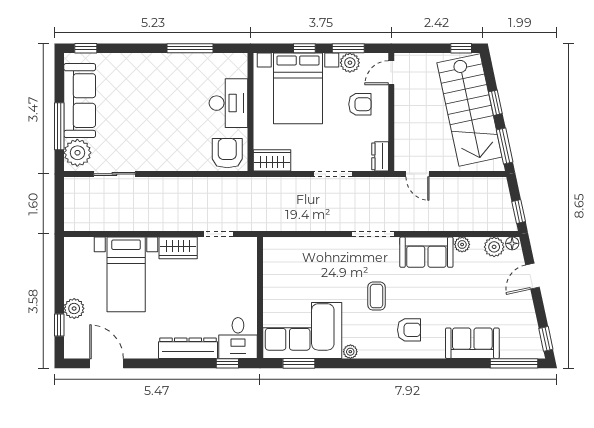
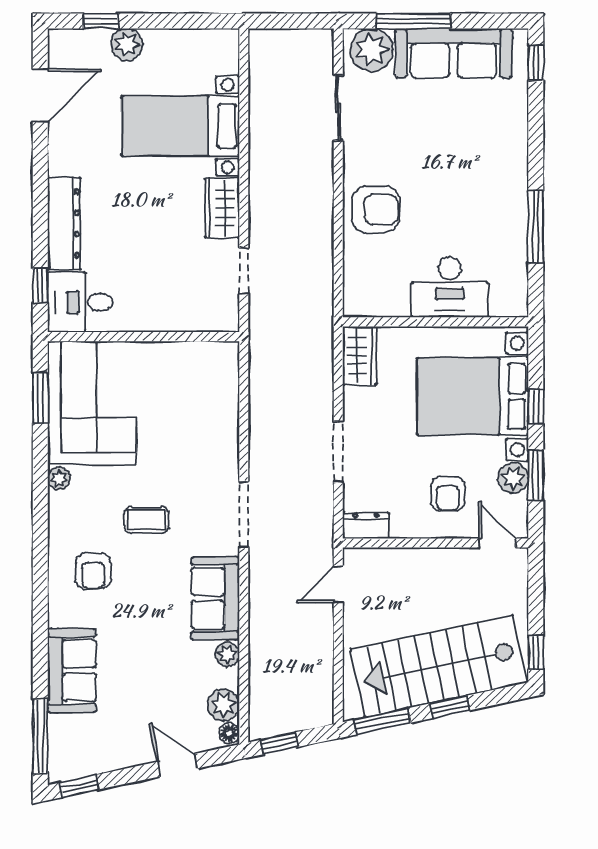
armchair: (227, 153) -> (376, 209), moved

